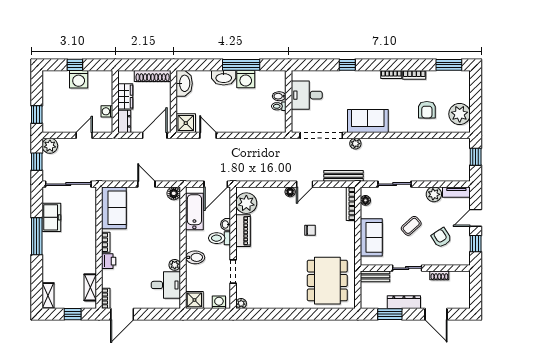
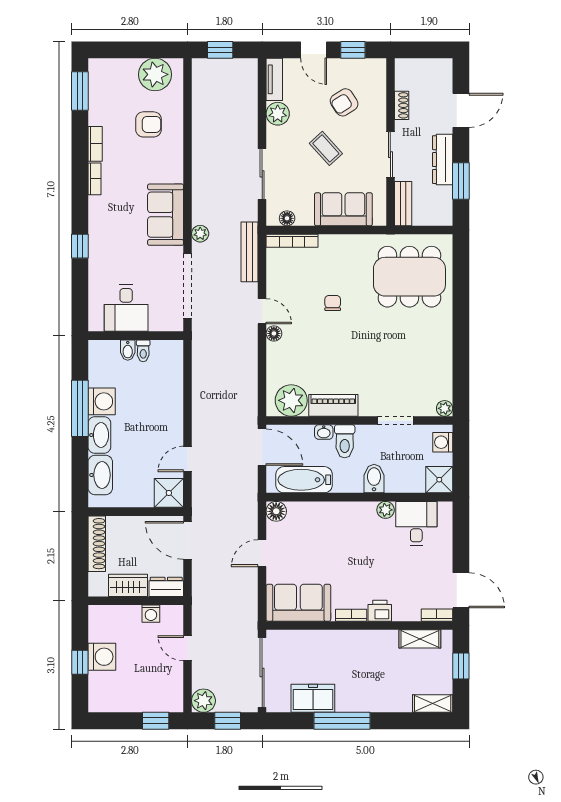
washbasin: (184, 83) -> (100, 475), moved, turned 90

